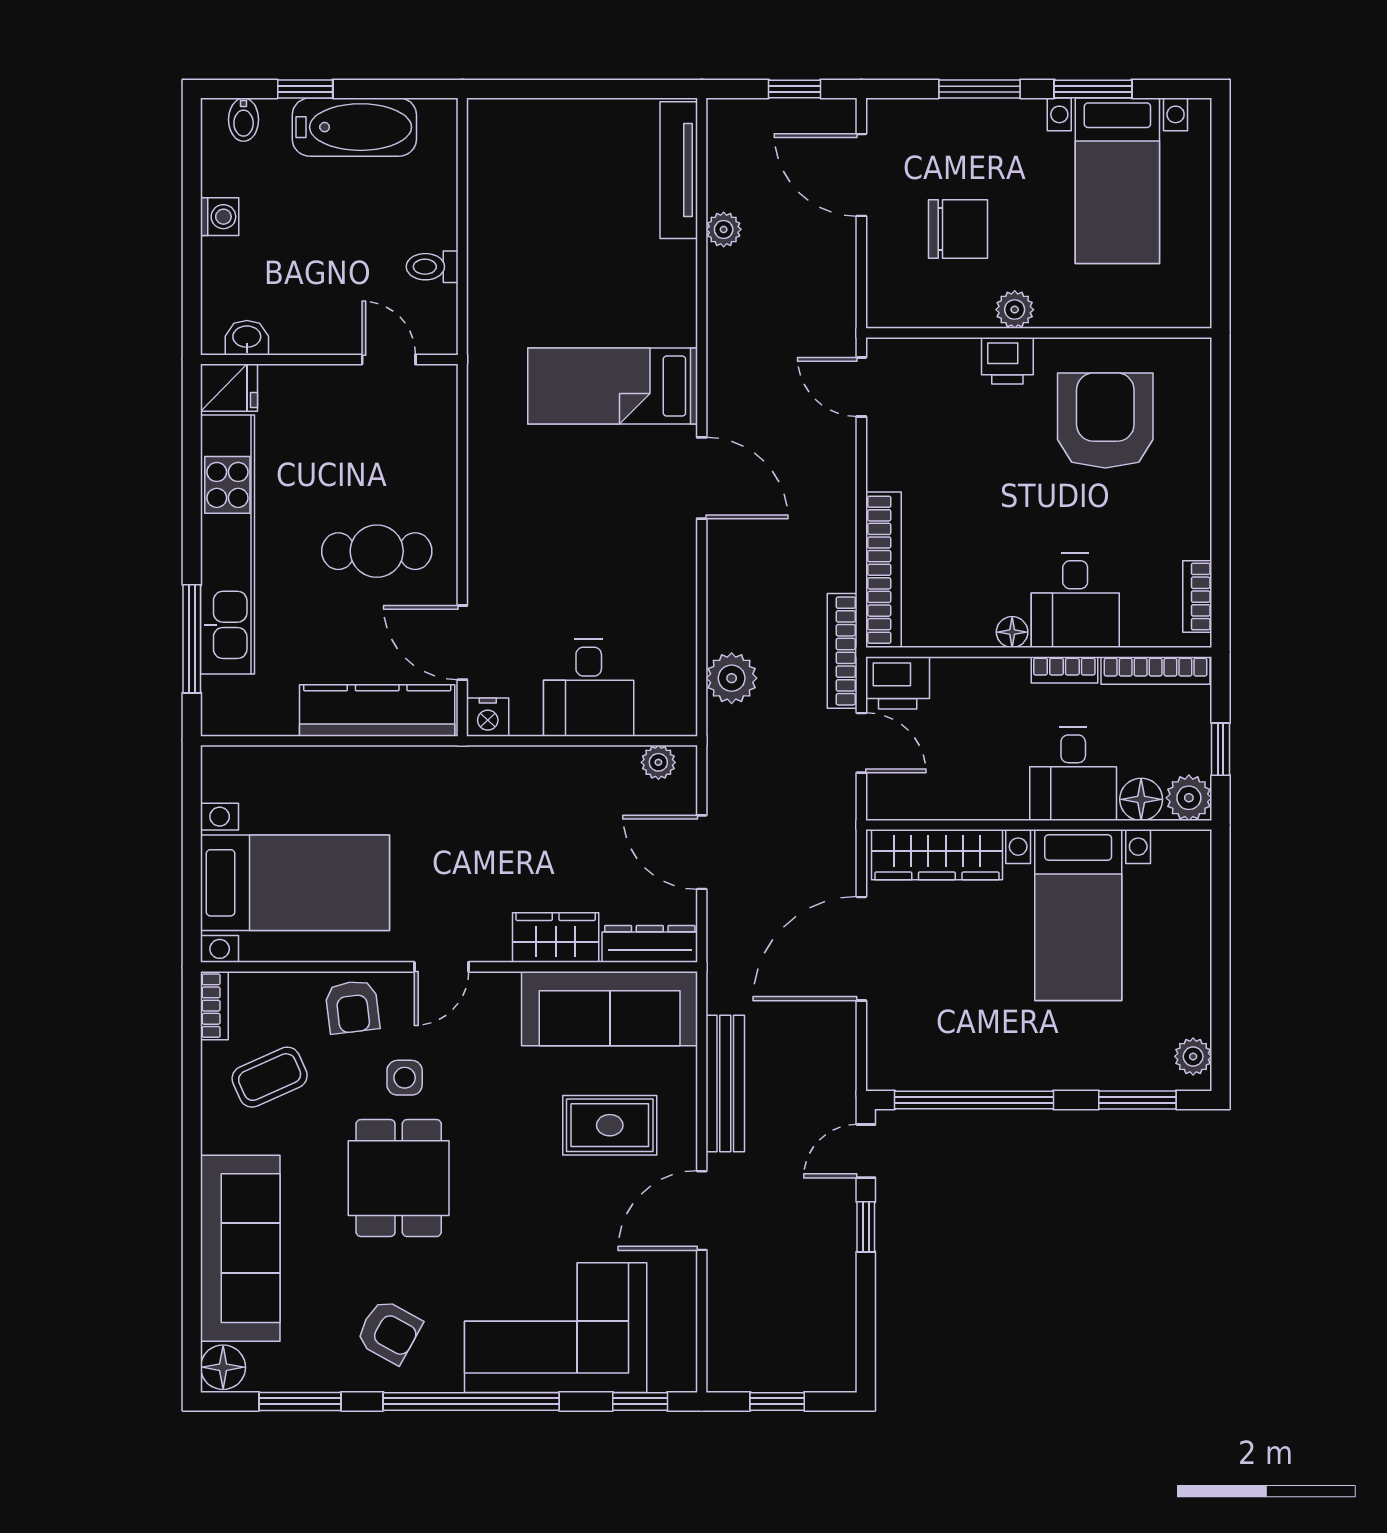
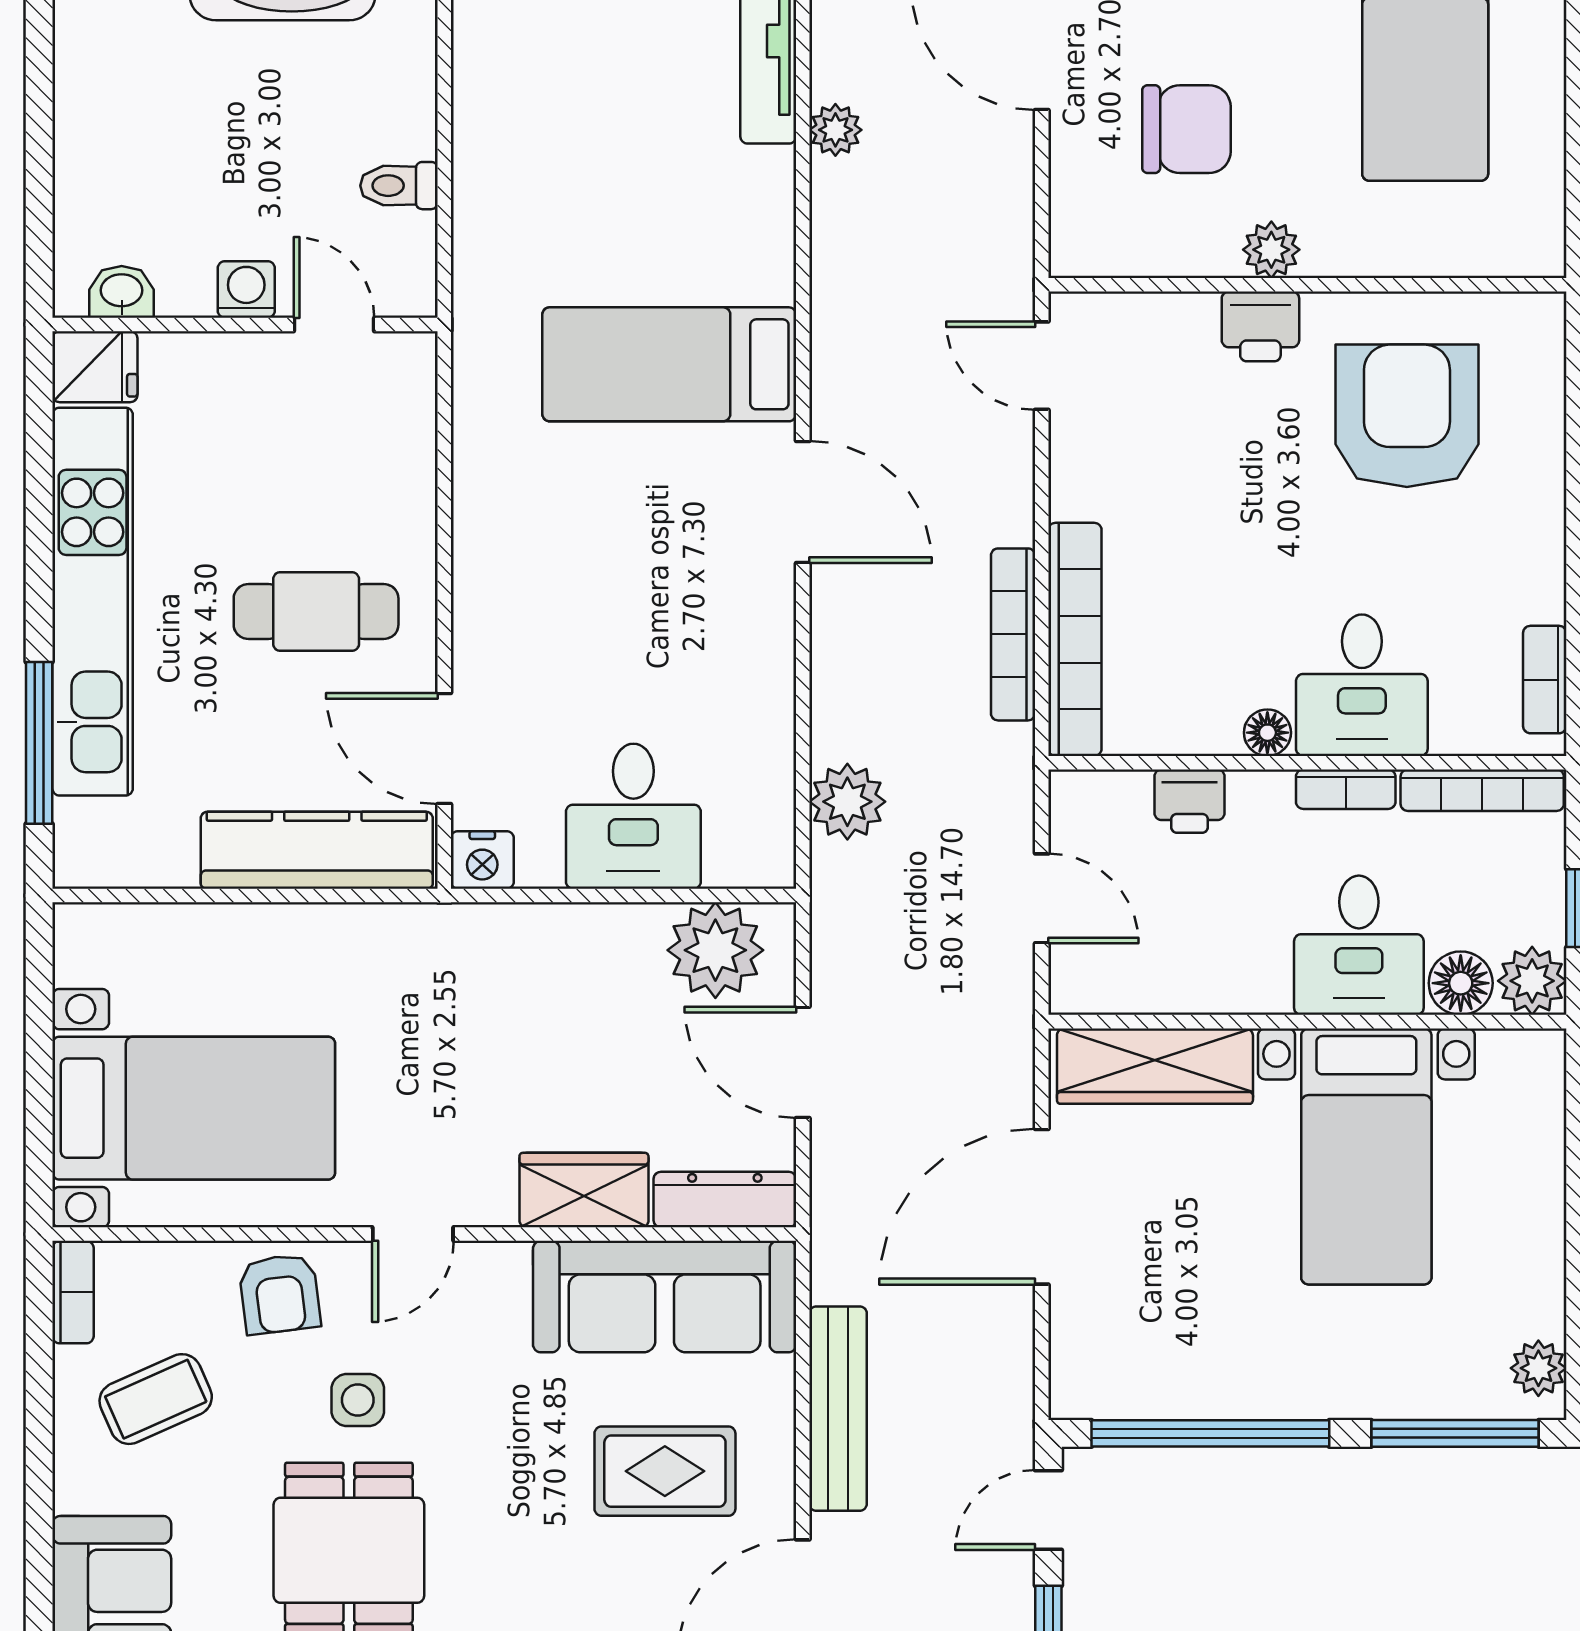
washing machine: (220, 217) -> (246, 289), moved, turned -90
bookcase: (842, 651) -> (1013, 634), moved
printer: (898, 683) -> (1190, 801), moved, width x0.73, depth x0.81
plant: (658, 762) -> (715, 950), width x1.88, depth x1.88
window: (1137, 1100) -> (1455, 1433), width x1.44

